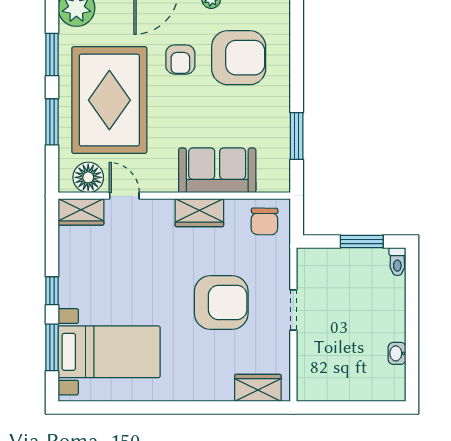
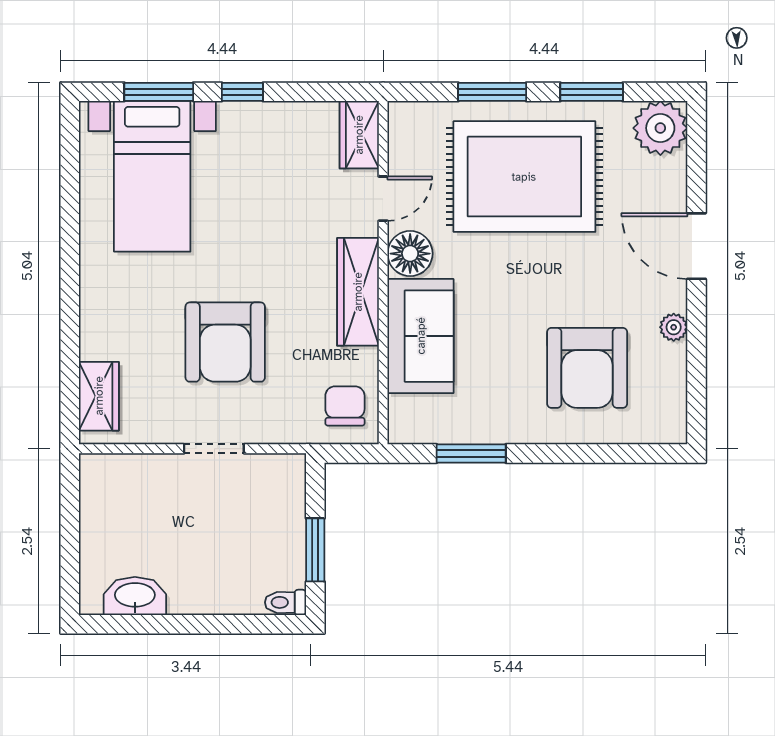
armchair: (180, 59) -> (584, 282), removed
floor lamp: (88, 177) -> (410, 254), moved
wardrobe: (199, 213) -> (358, 292), width x1.50
chair: (264, 221) -> (345, 406), turned 89
washbasin: (397, 353) -> (135, 596), width x1.91, depth x1.45

